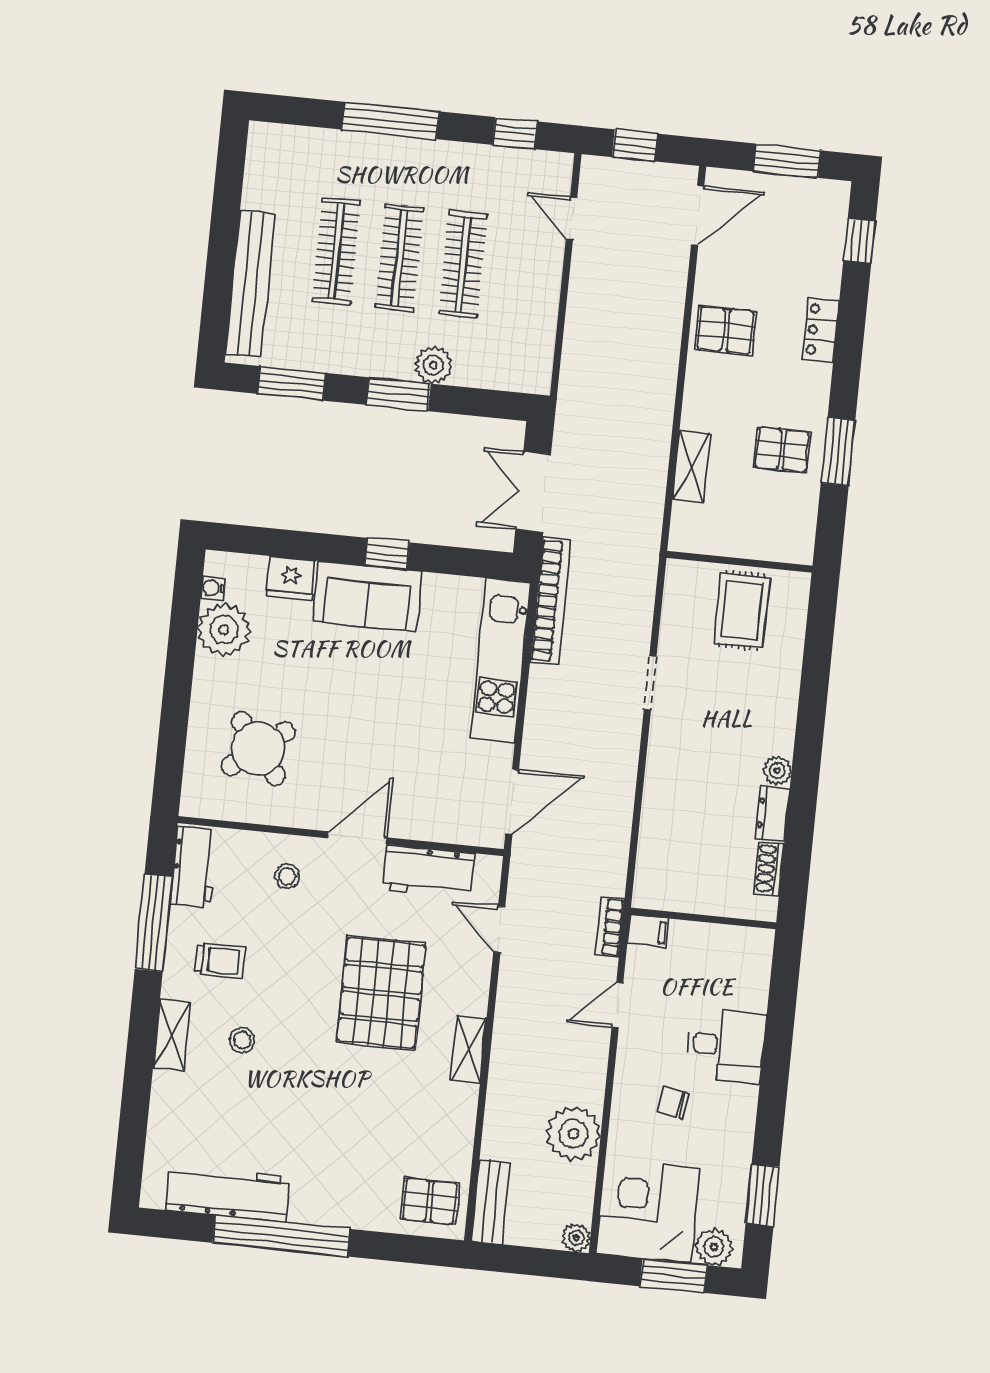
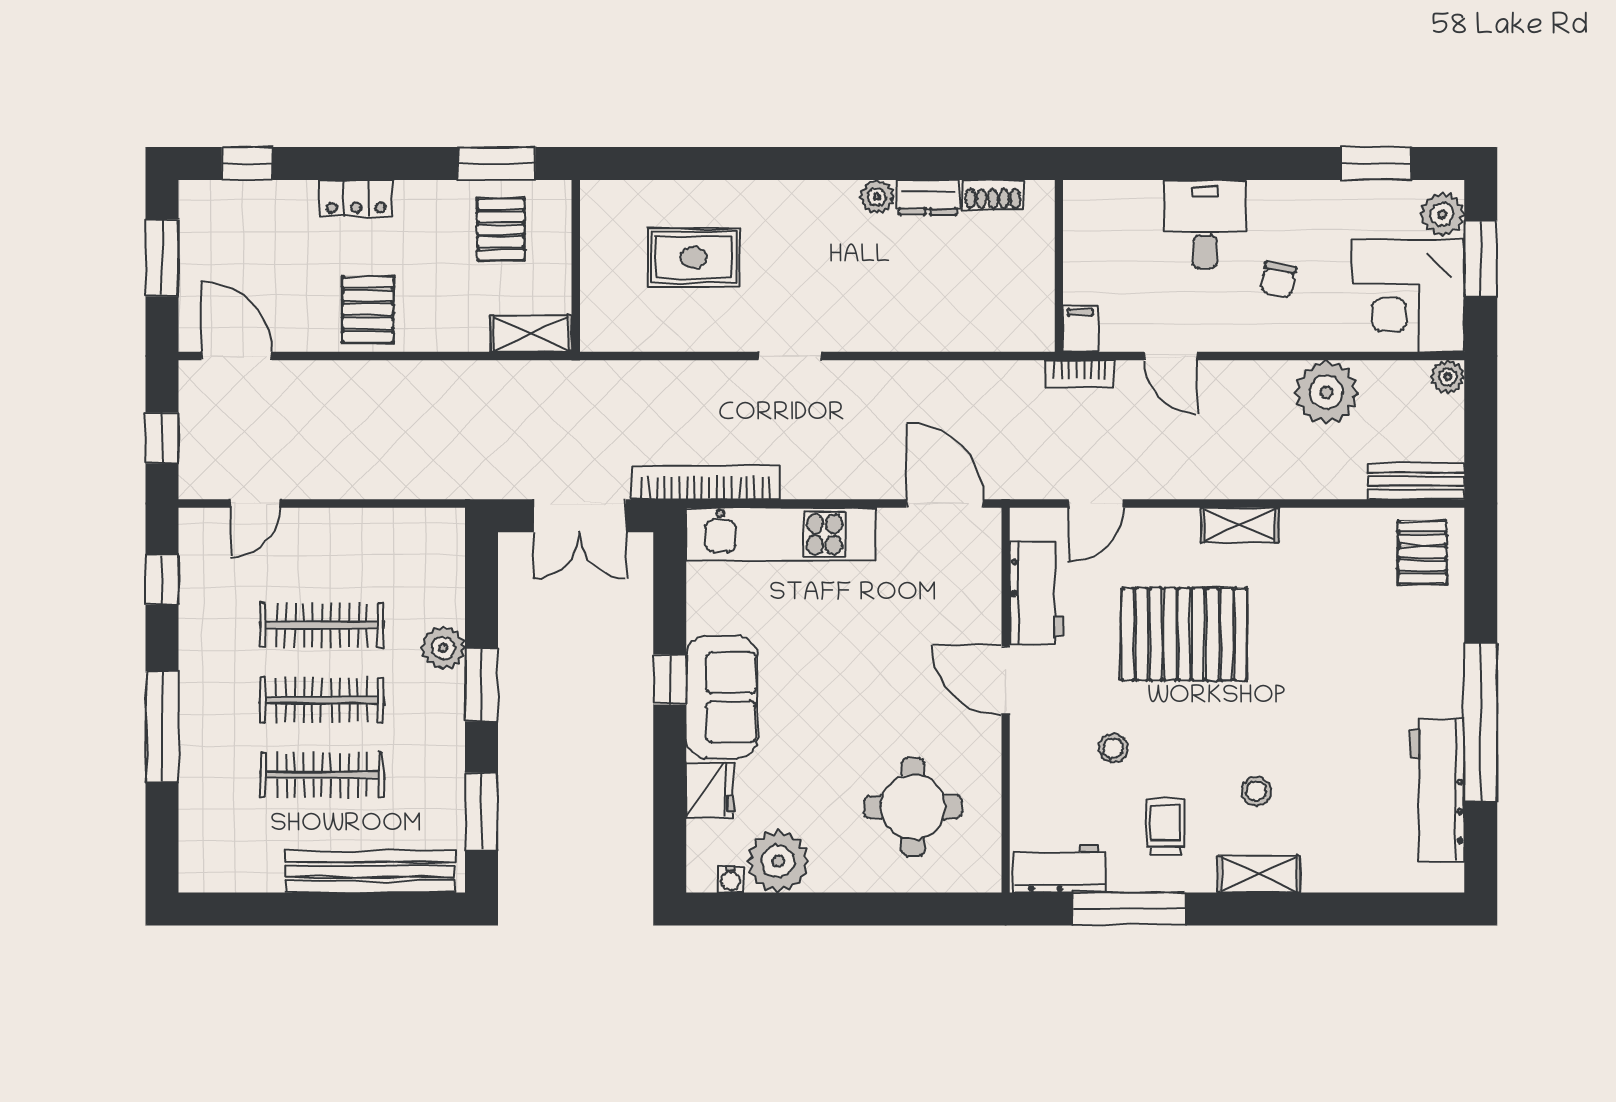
wall: (739, 562) -> (576, 266), moved
round table: (258, 749) -> (913, 807), turned 38
stool: (287, 876) -> (1113, 748), moved

